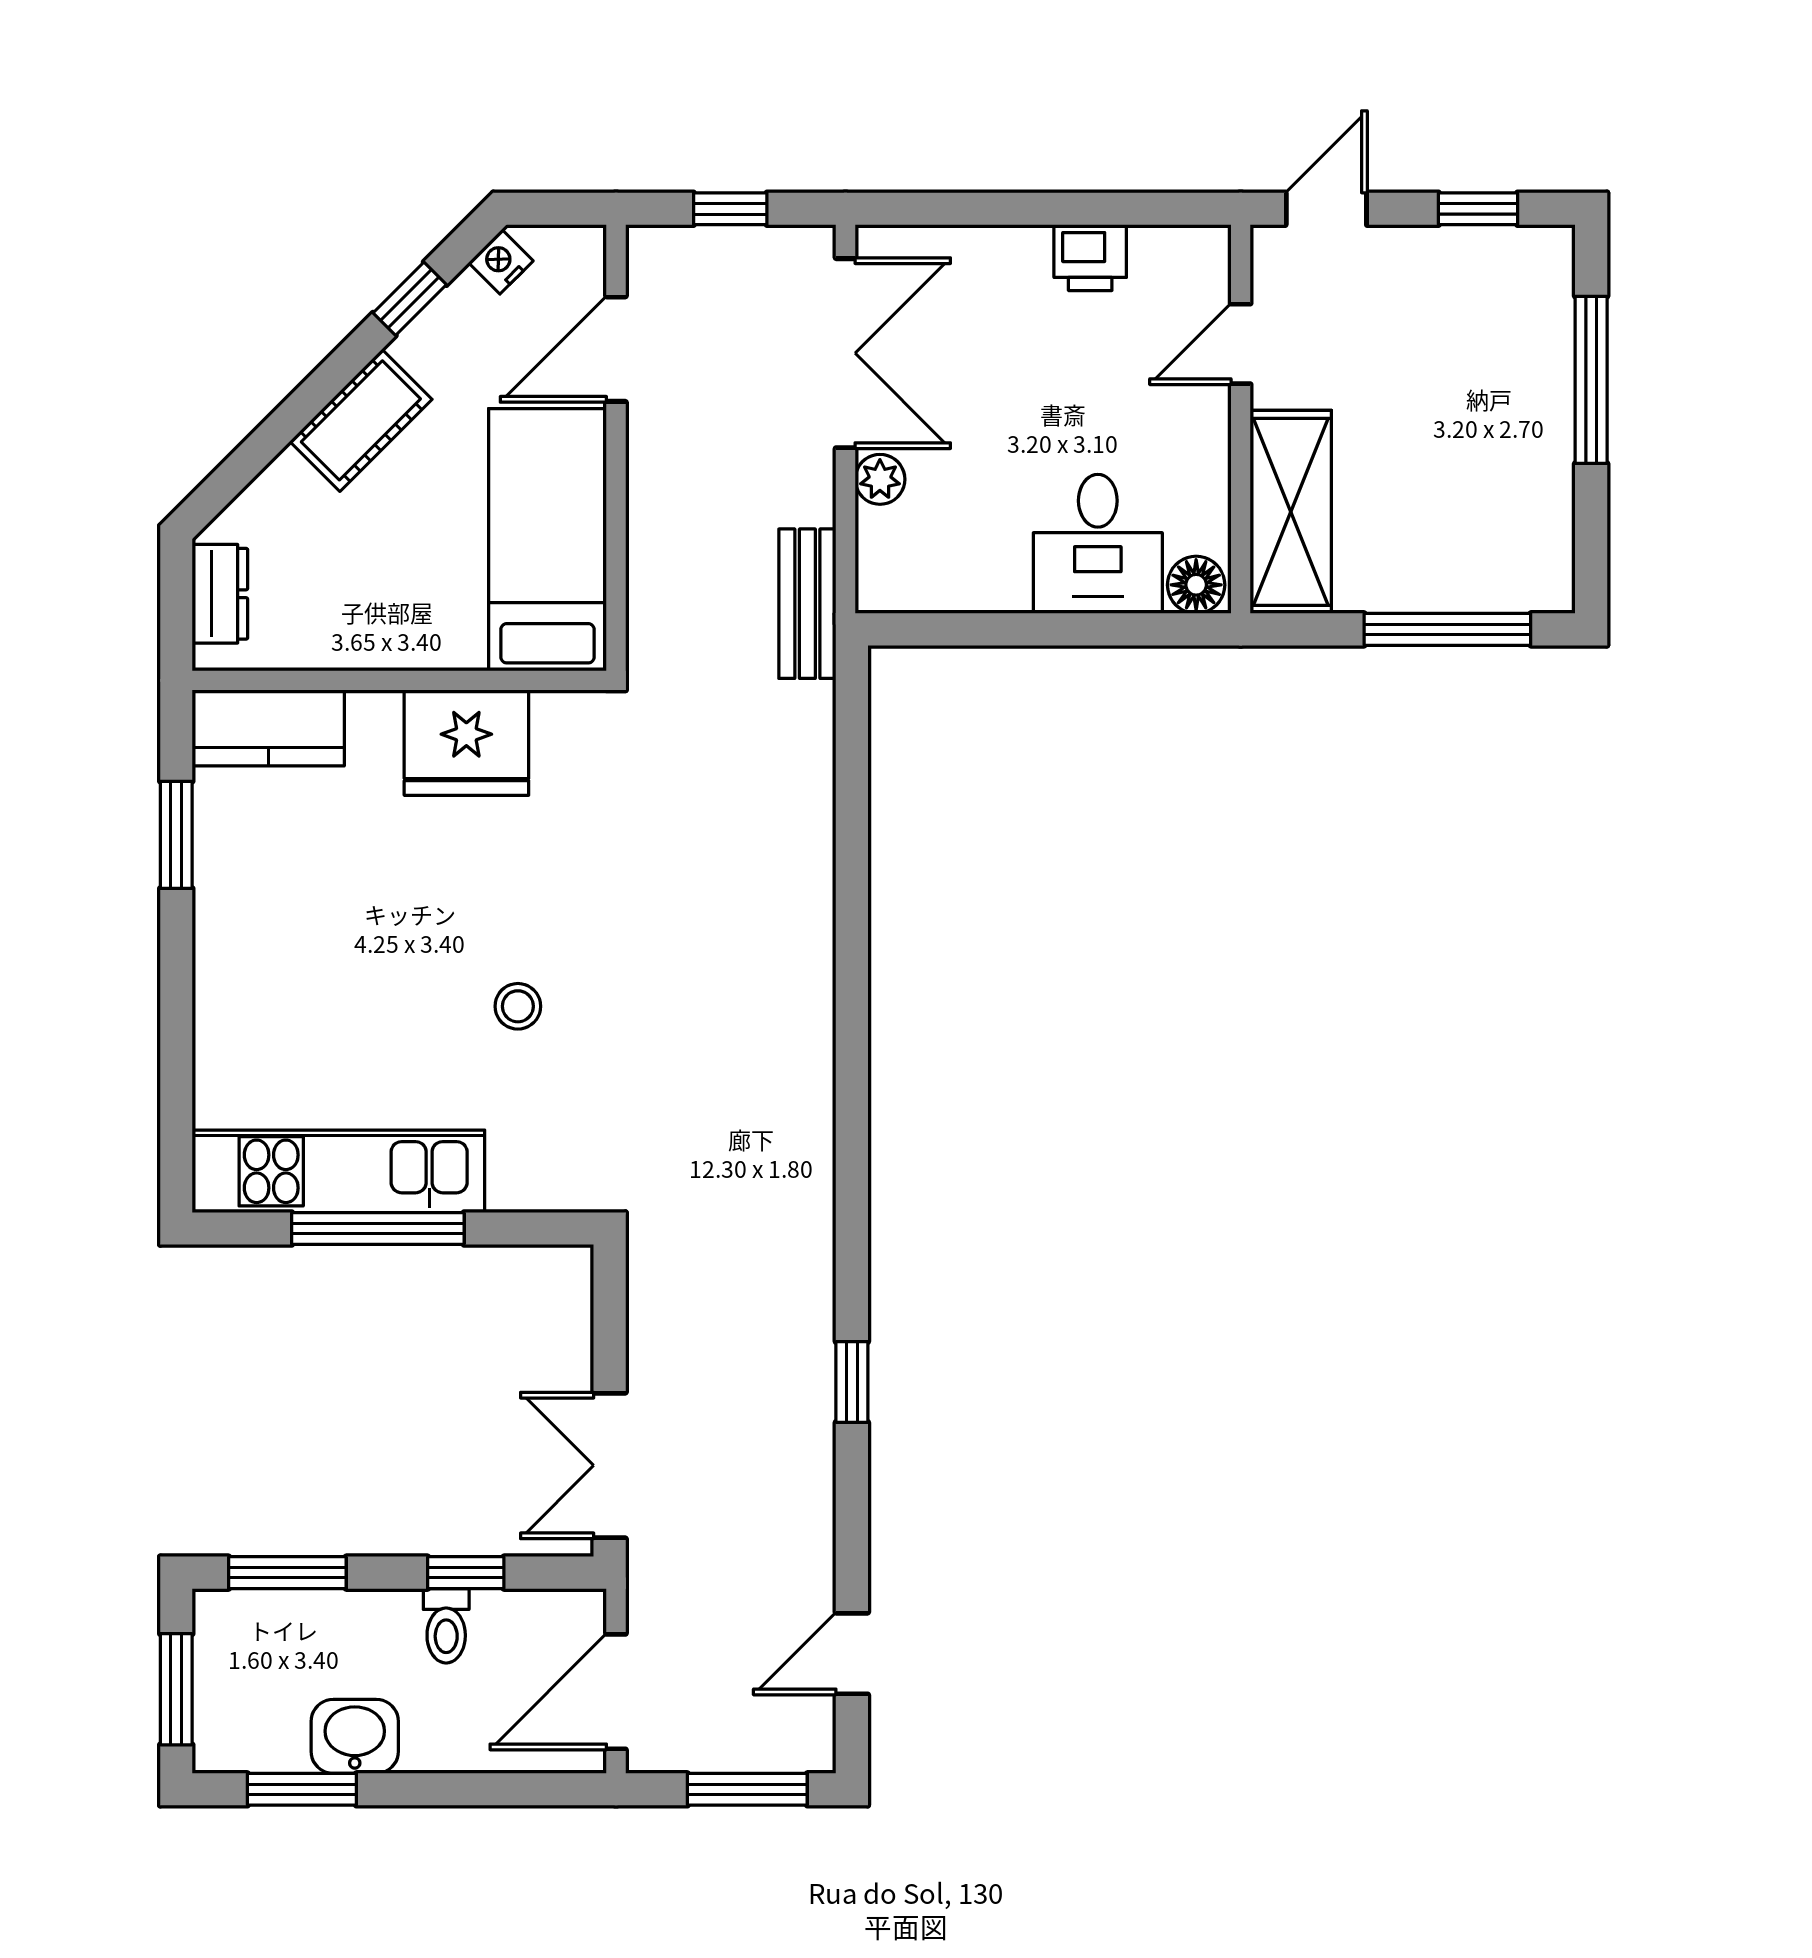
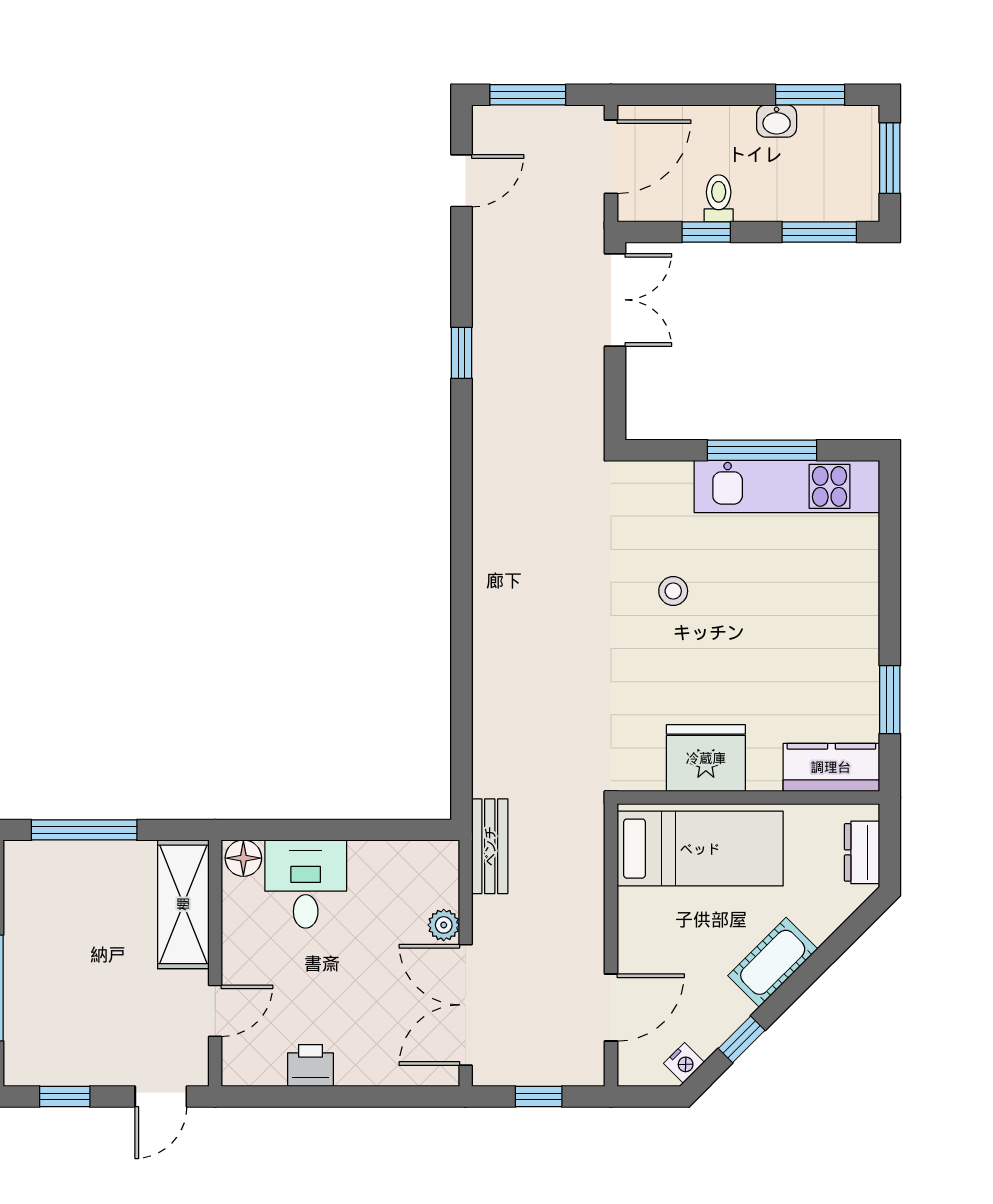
bed: (547, 540) -> (700, 849), moved, turned -90
washbasin: (355, 1736) -> (777, 121), width x0.72, depth x0.69

